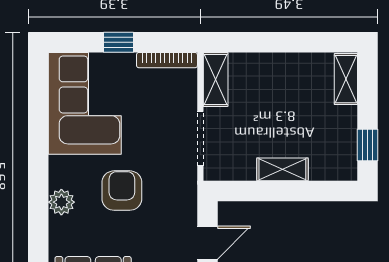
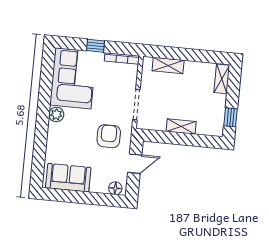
shelving: (216, 79) -> (168, 65), moved, turned 90
armchair: (122, 191) -> (109, 136), moved
plant: (61, 202) -> (56, 114), moved

